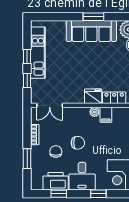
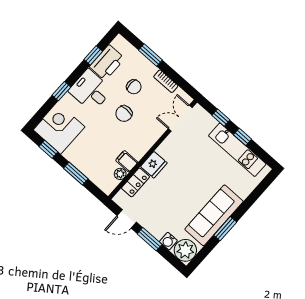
plant: (94, 112) -> (120, 174), moved

